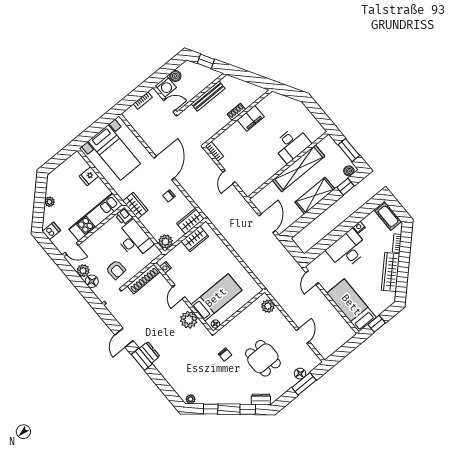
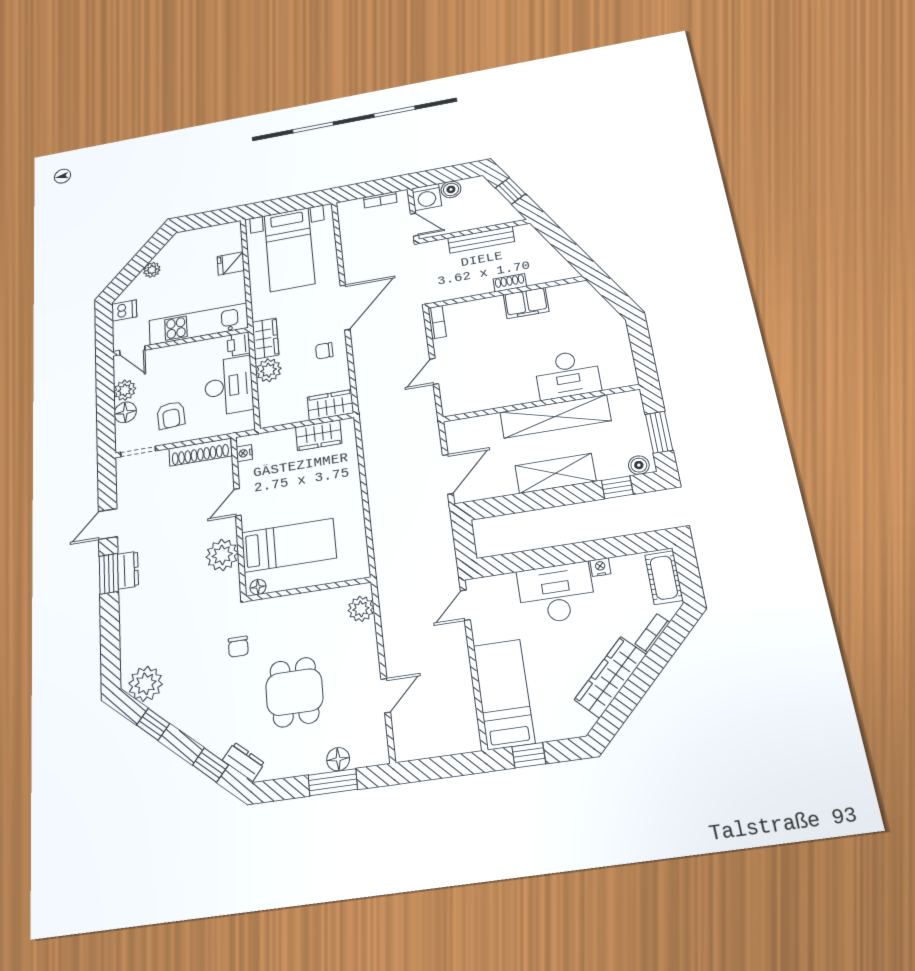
plant: (166, 242) -> (269, 370), moved
plant: (191, 399) -> (145, 684), width x1.88, depth x1.88

